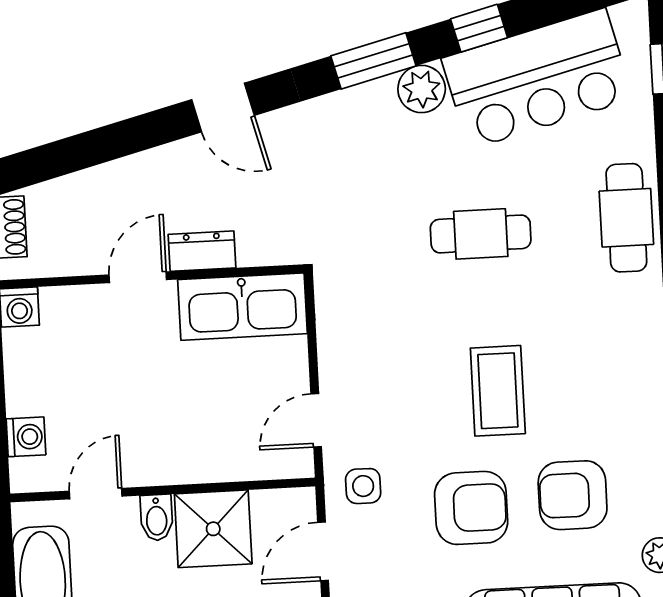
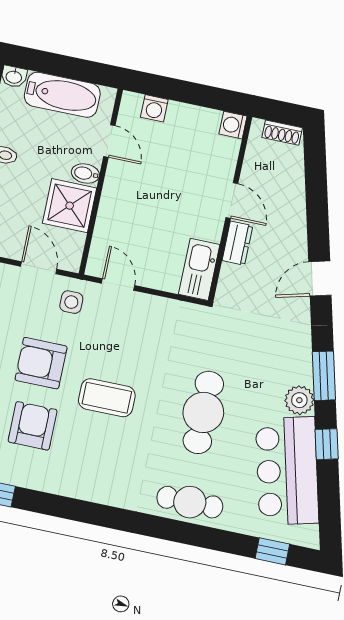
cafe table: (481, 234) -> (203, 412), width x1.37, depth x1.35
kitchen sink: (242, 307) -> (199, 269), width x0.73, depth x0.81
armchair: (471, 508) -> (41, 363), turned 90

